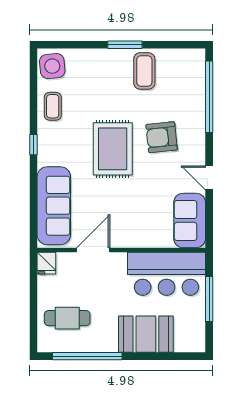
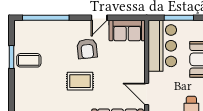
window: (125, 45) -> (12, 57), moved
armchair: (162, 137) -> (87, 49), moved
rug: (113, 149) -> (80, 81), width x0.73, depth x0.70

